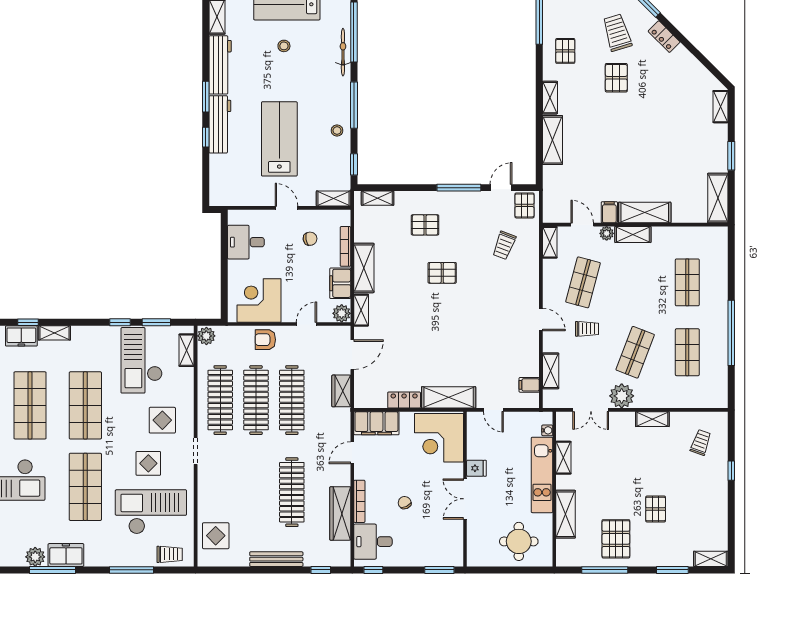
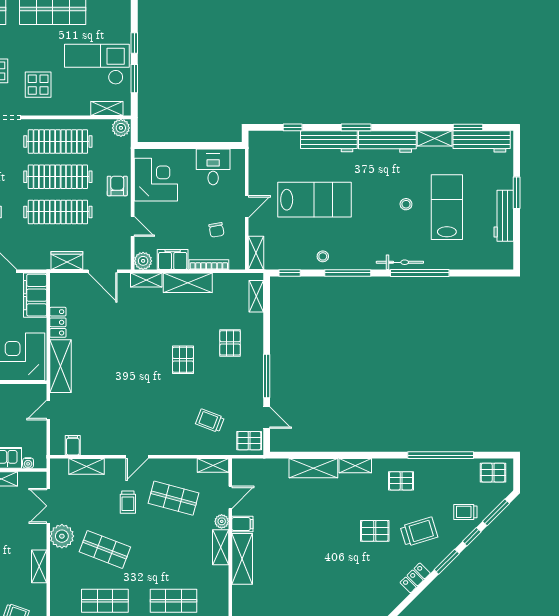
window: (206, 137) -> (293, 127), moved

